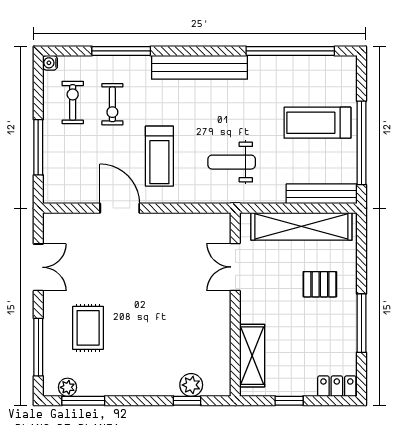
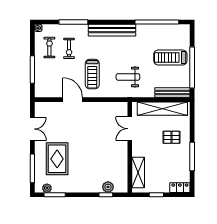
rug: (88, 328) -> (57, 159), width x1.36, depth x1.43

